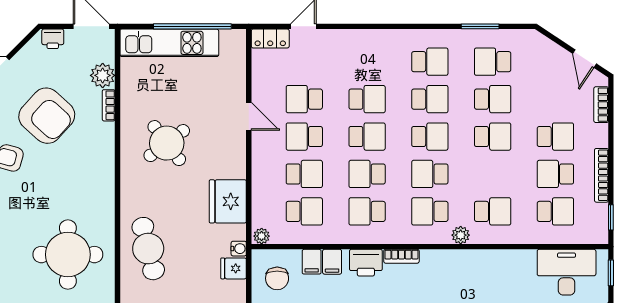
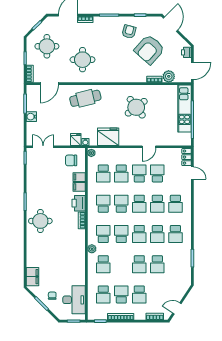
school desk: (493, 62) -> (175, 204), moved, turned 180
round table: (68, 255) -> (83, 60), width x0.73, depth x0.73

